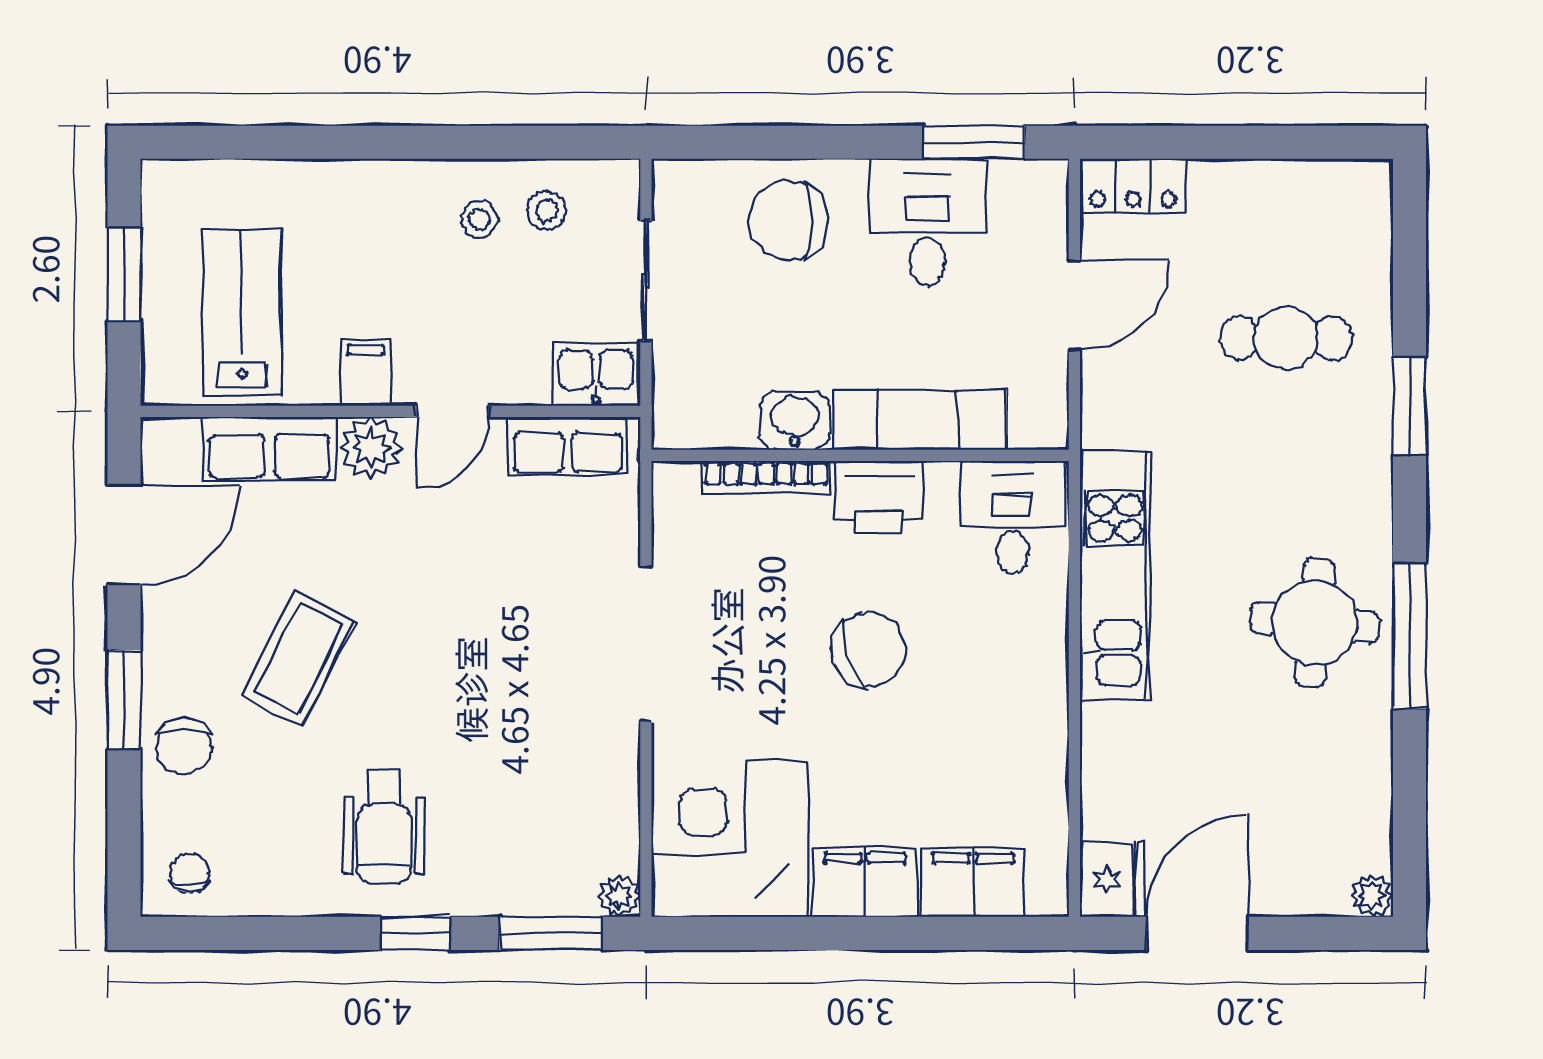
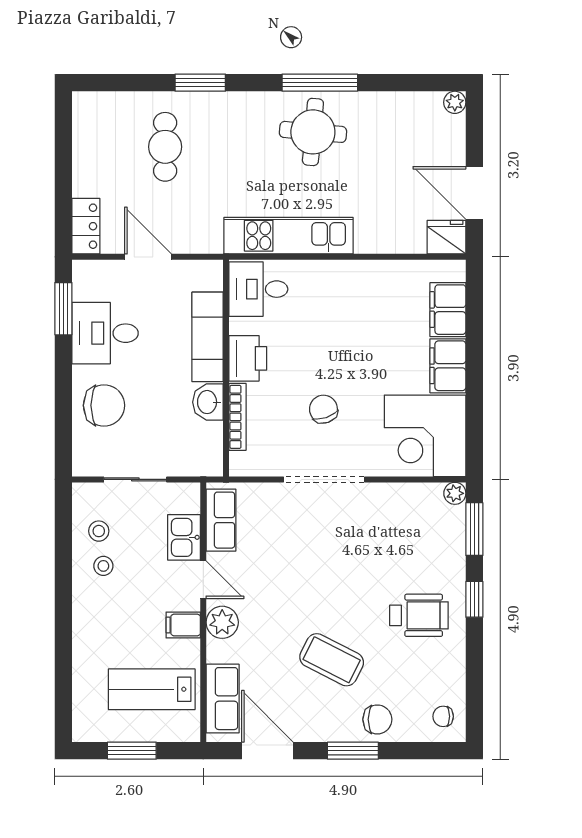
chair: (788, 220) -> (104, 405), turned -90
kitchen sink: (596, 374) -> (184, 537), moved
row of seats: (269, 449) -> (223, 699), moved
chair: (869, 649) -> (323, 409), moved, width x0.73, depth x0.73

